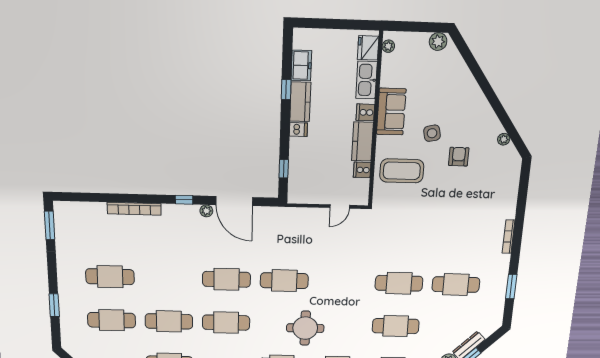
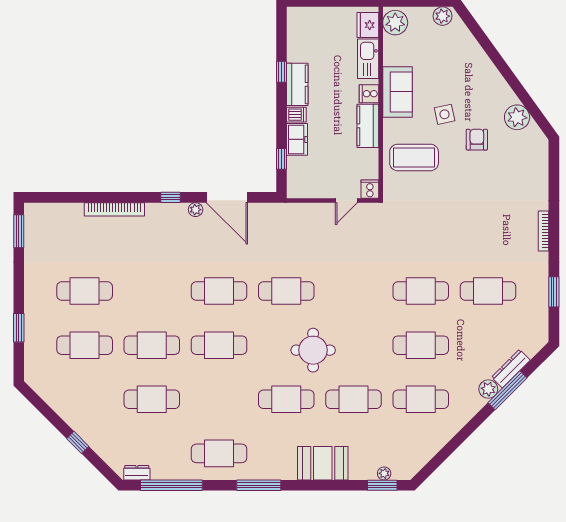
plant: (388, 46) -> (395, 23), width x1.87, depth x1.87
freezer: (301, 65) -> (297, 139), moved
plant: (504, 139) -> (517, 117), width x1.87, depth x1.87
cooker: (362, 170) -> (370, 189), moved, turned 90

